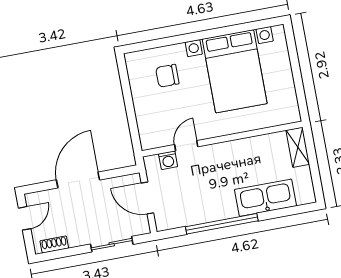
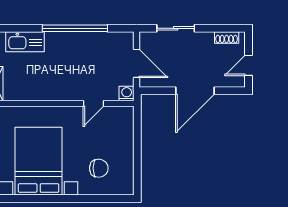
washing machine: (168, 160) -> (127, 93), moved
kitchen sink: (265, 198) -> (25, 42), width x0.73, depth x0.81

